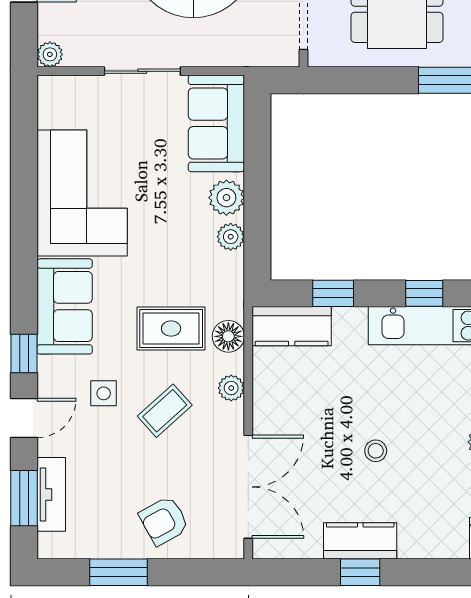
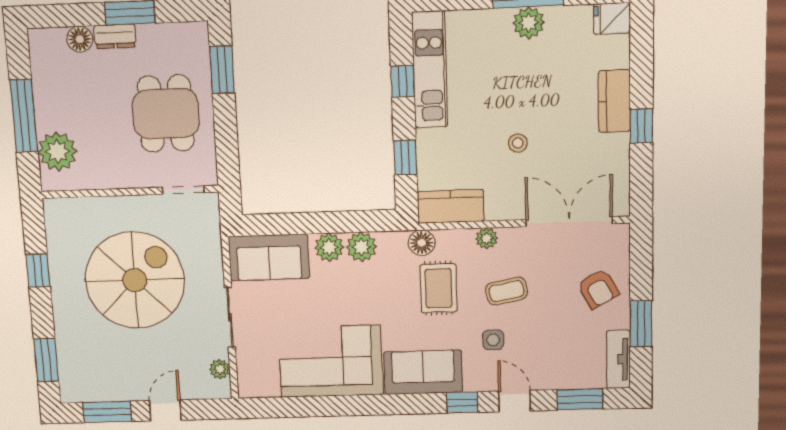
plant: (50, 54) -> (220, 369), moved
plant: (231, 237) -> (361, 247), width x1.38, depth x1.38
kitchen counter: (292, 326) -> (451, 206), moved, turned -90
floor lamp: (228, 336) -> (422, 243), moved
coffee table: (165, 411) -> (507, 291), turned -59
stool: (376, 451) -> (518, 143), moved
tv unit: (51, 494) -> (618, 359), moved, turned -90
kitchen counter: (360, 541) -> (615, 101), moved

